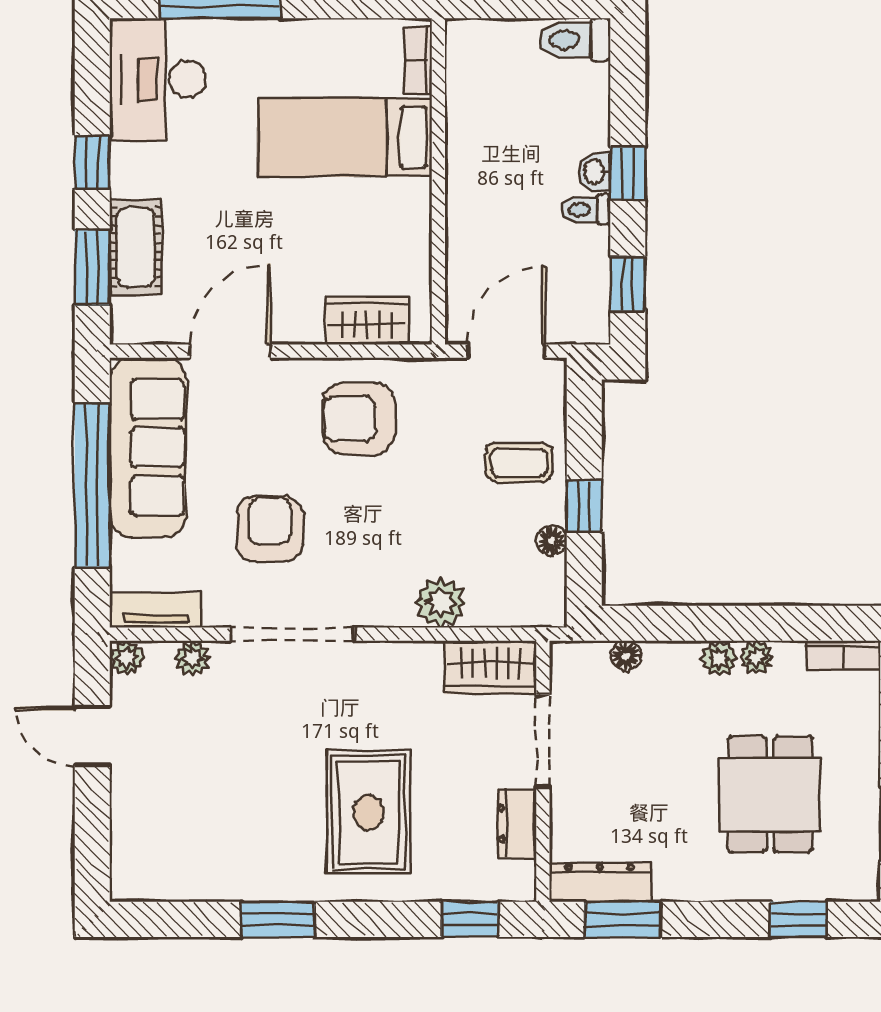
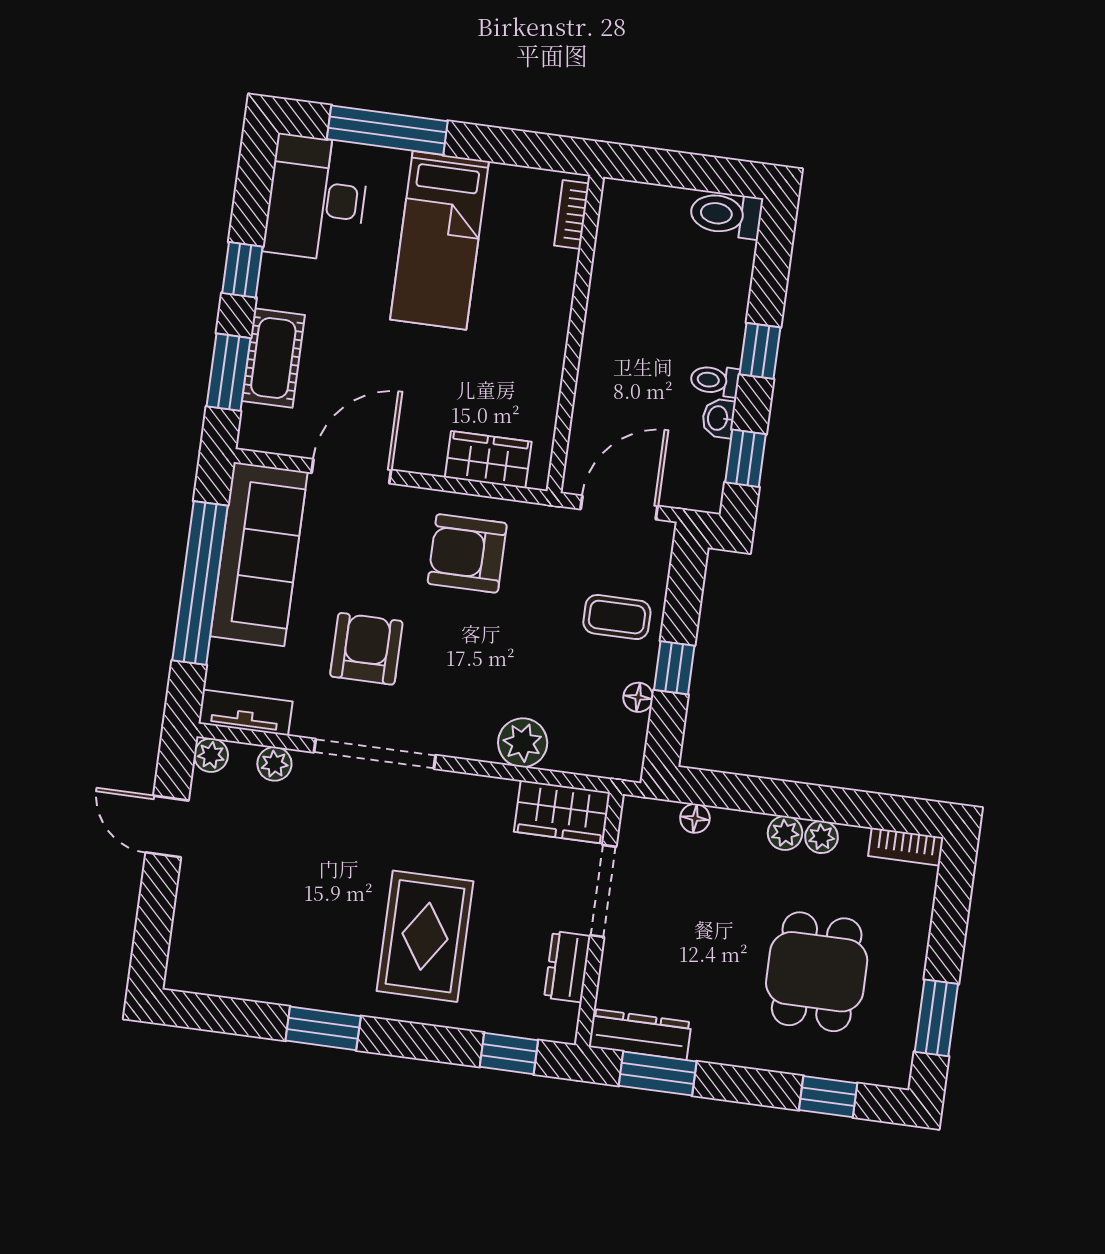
bed: (345, 137) -> (439, 240), moved, turned -90
washbasin: (595, 172) -> (718, 418), moved

